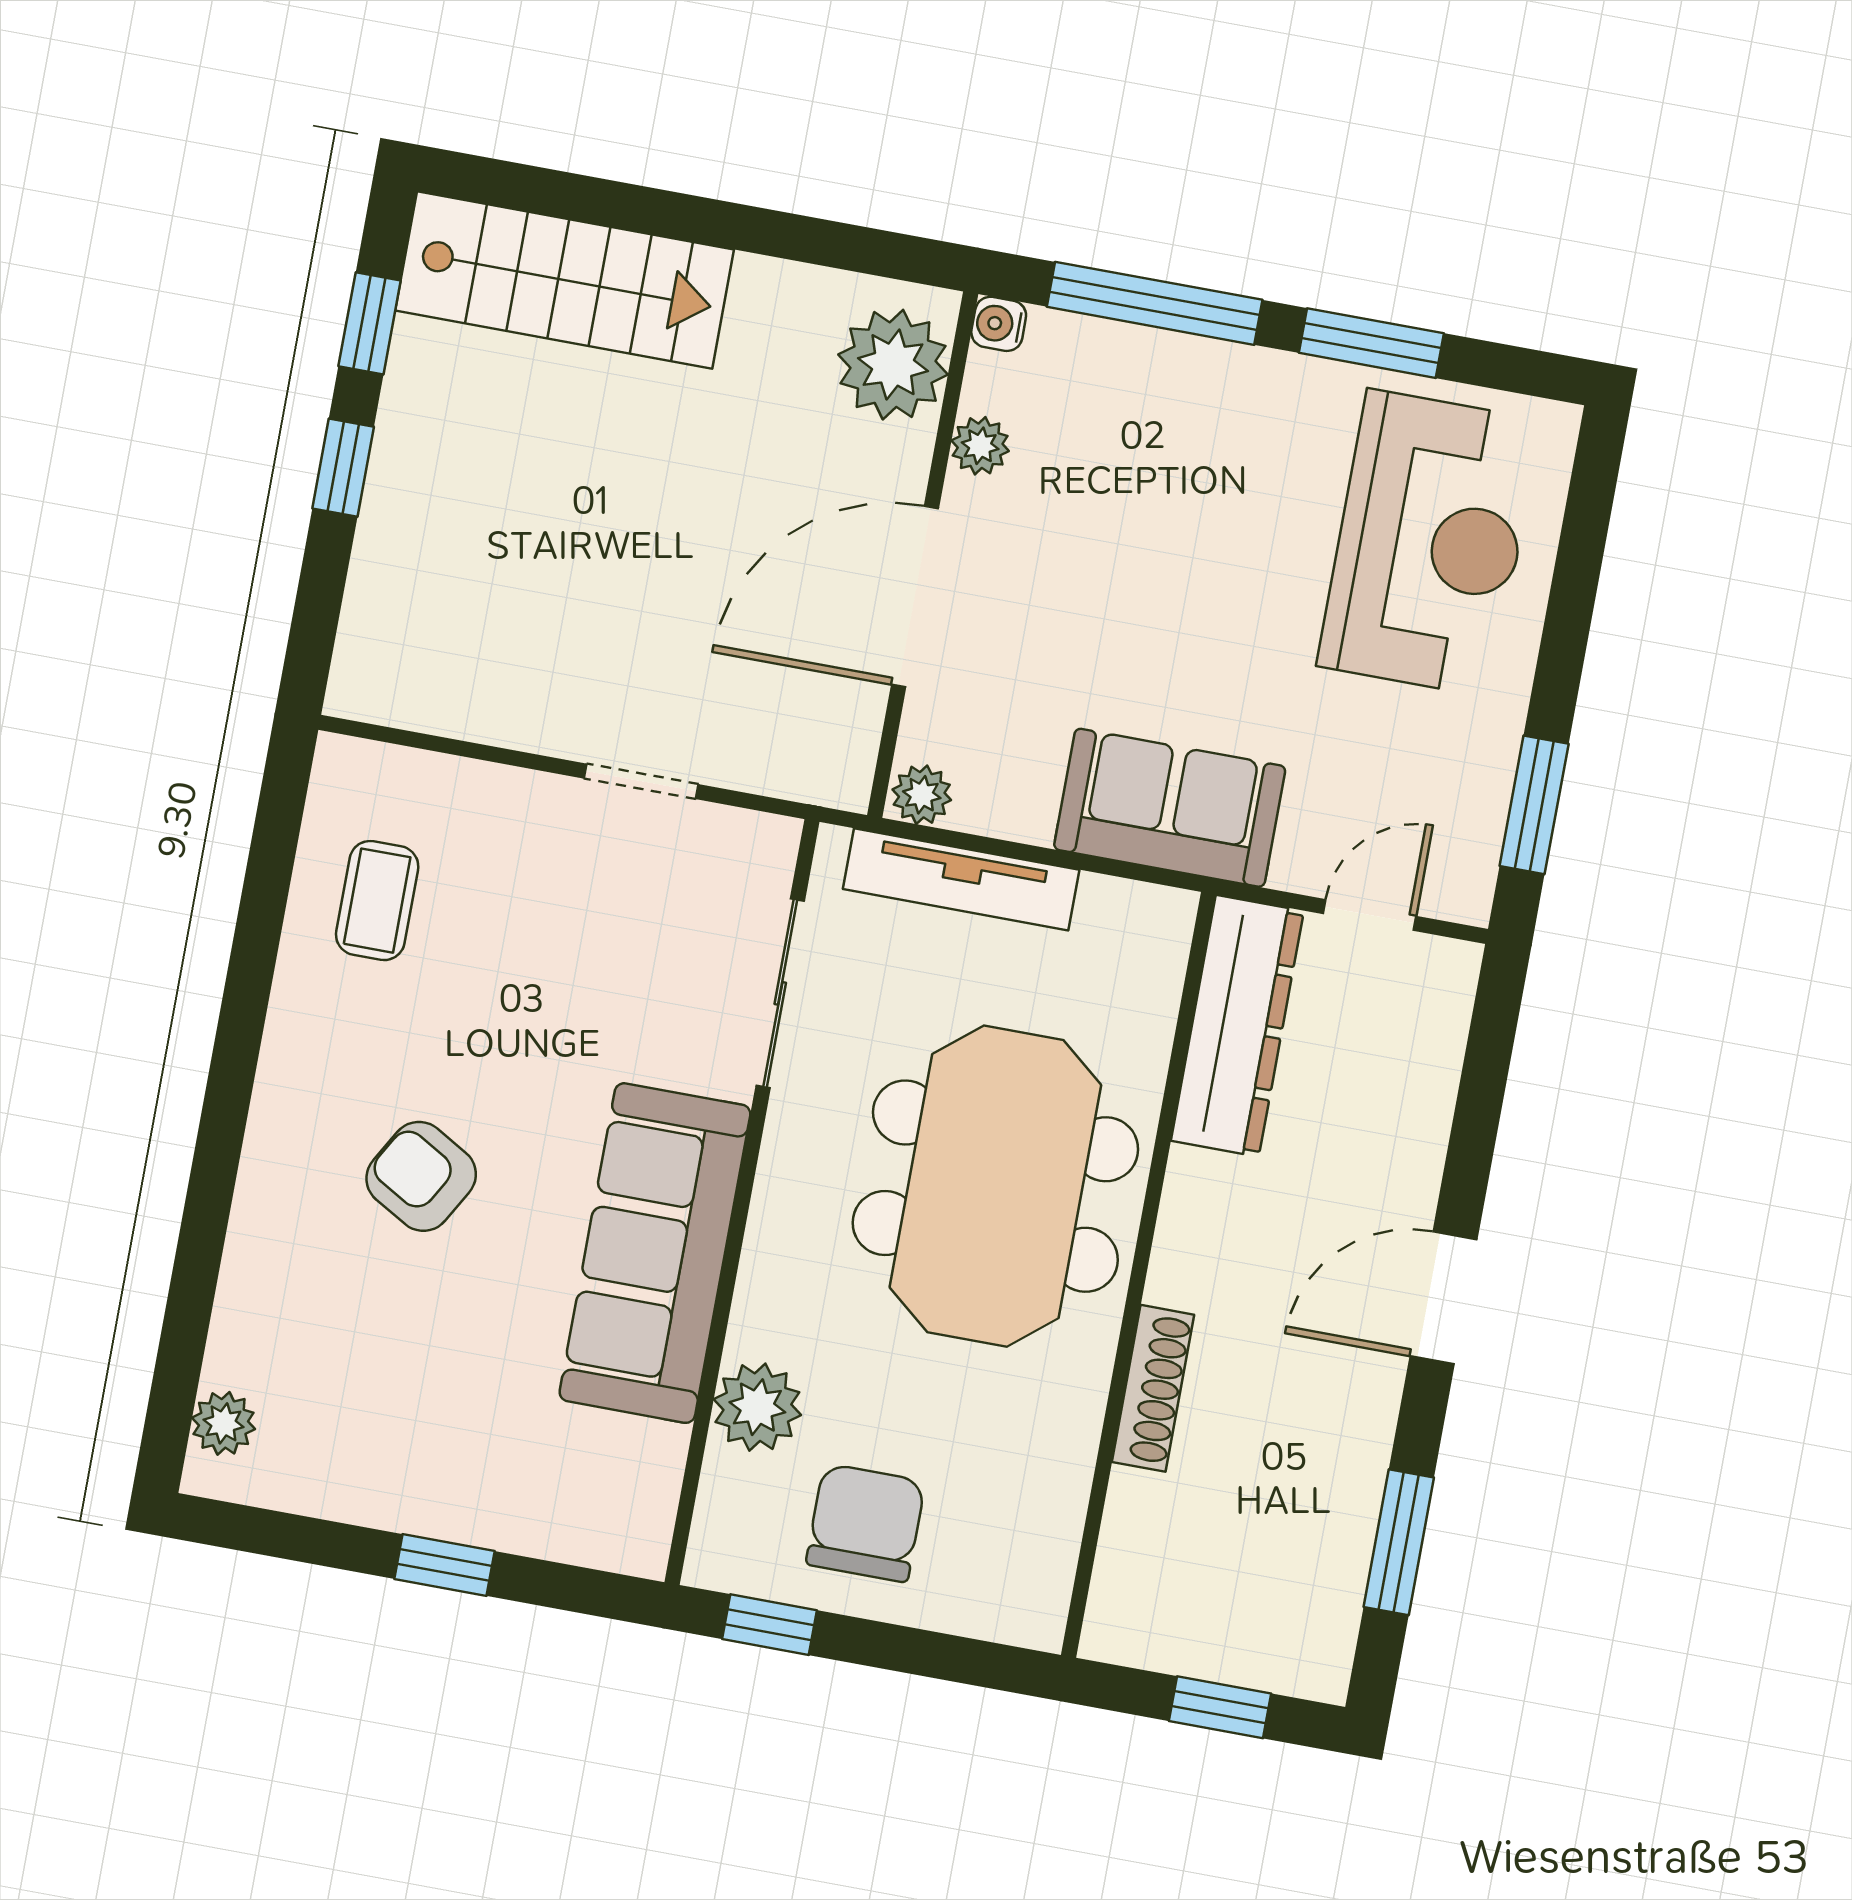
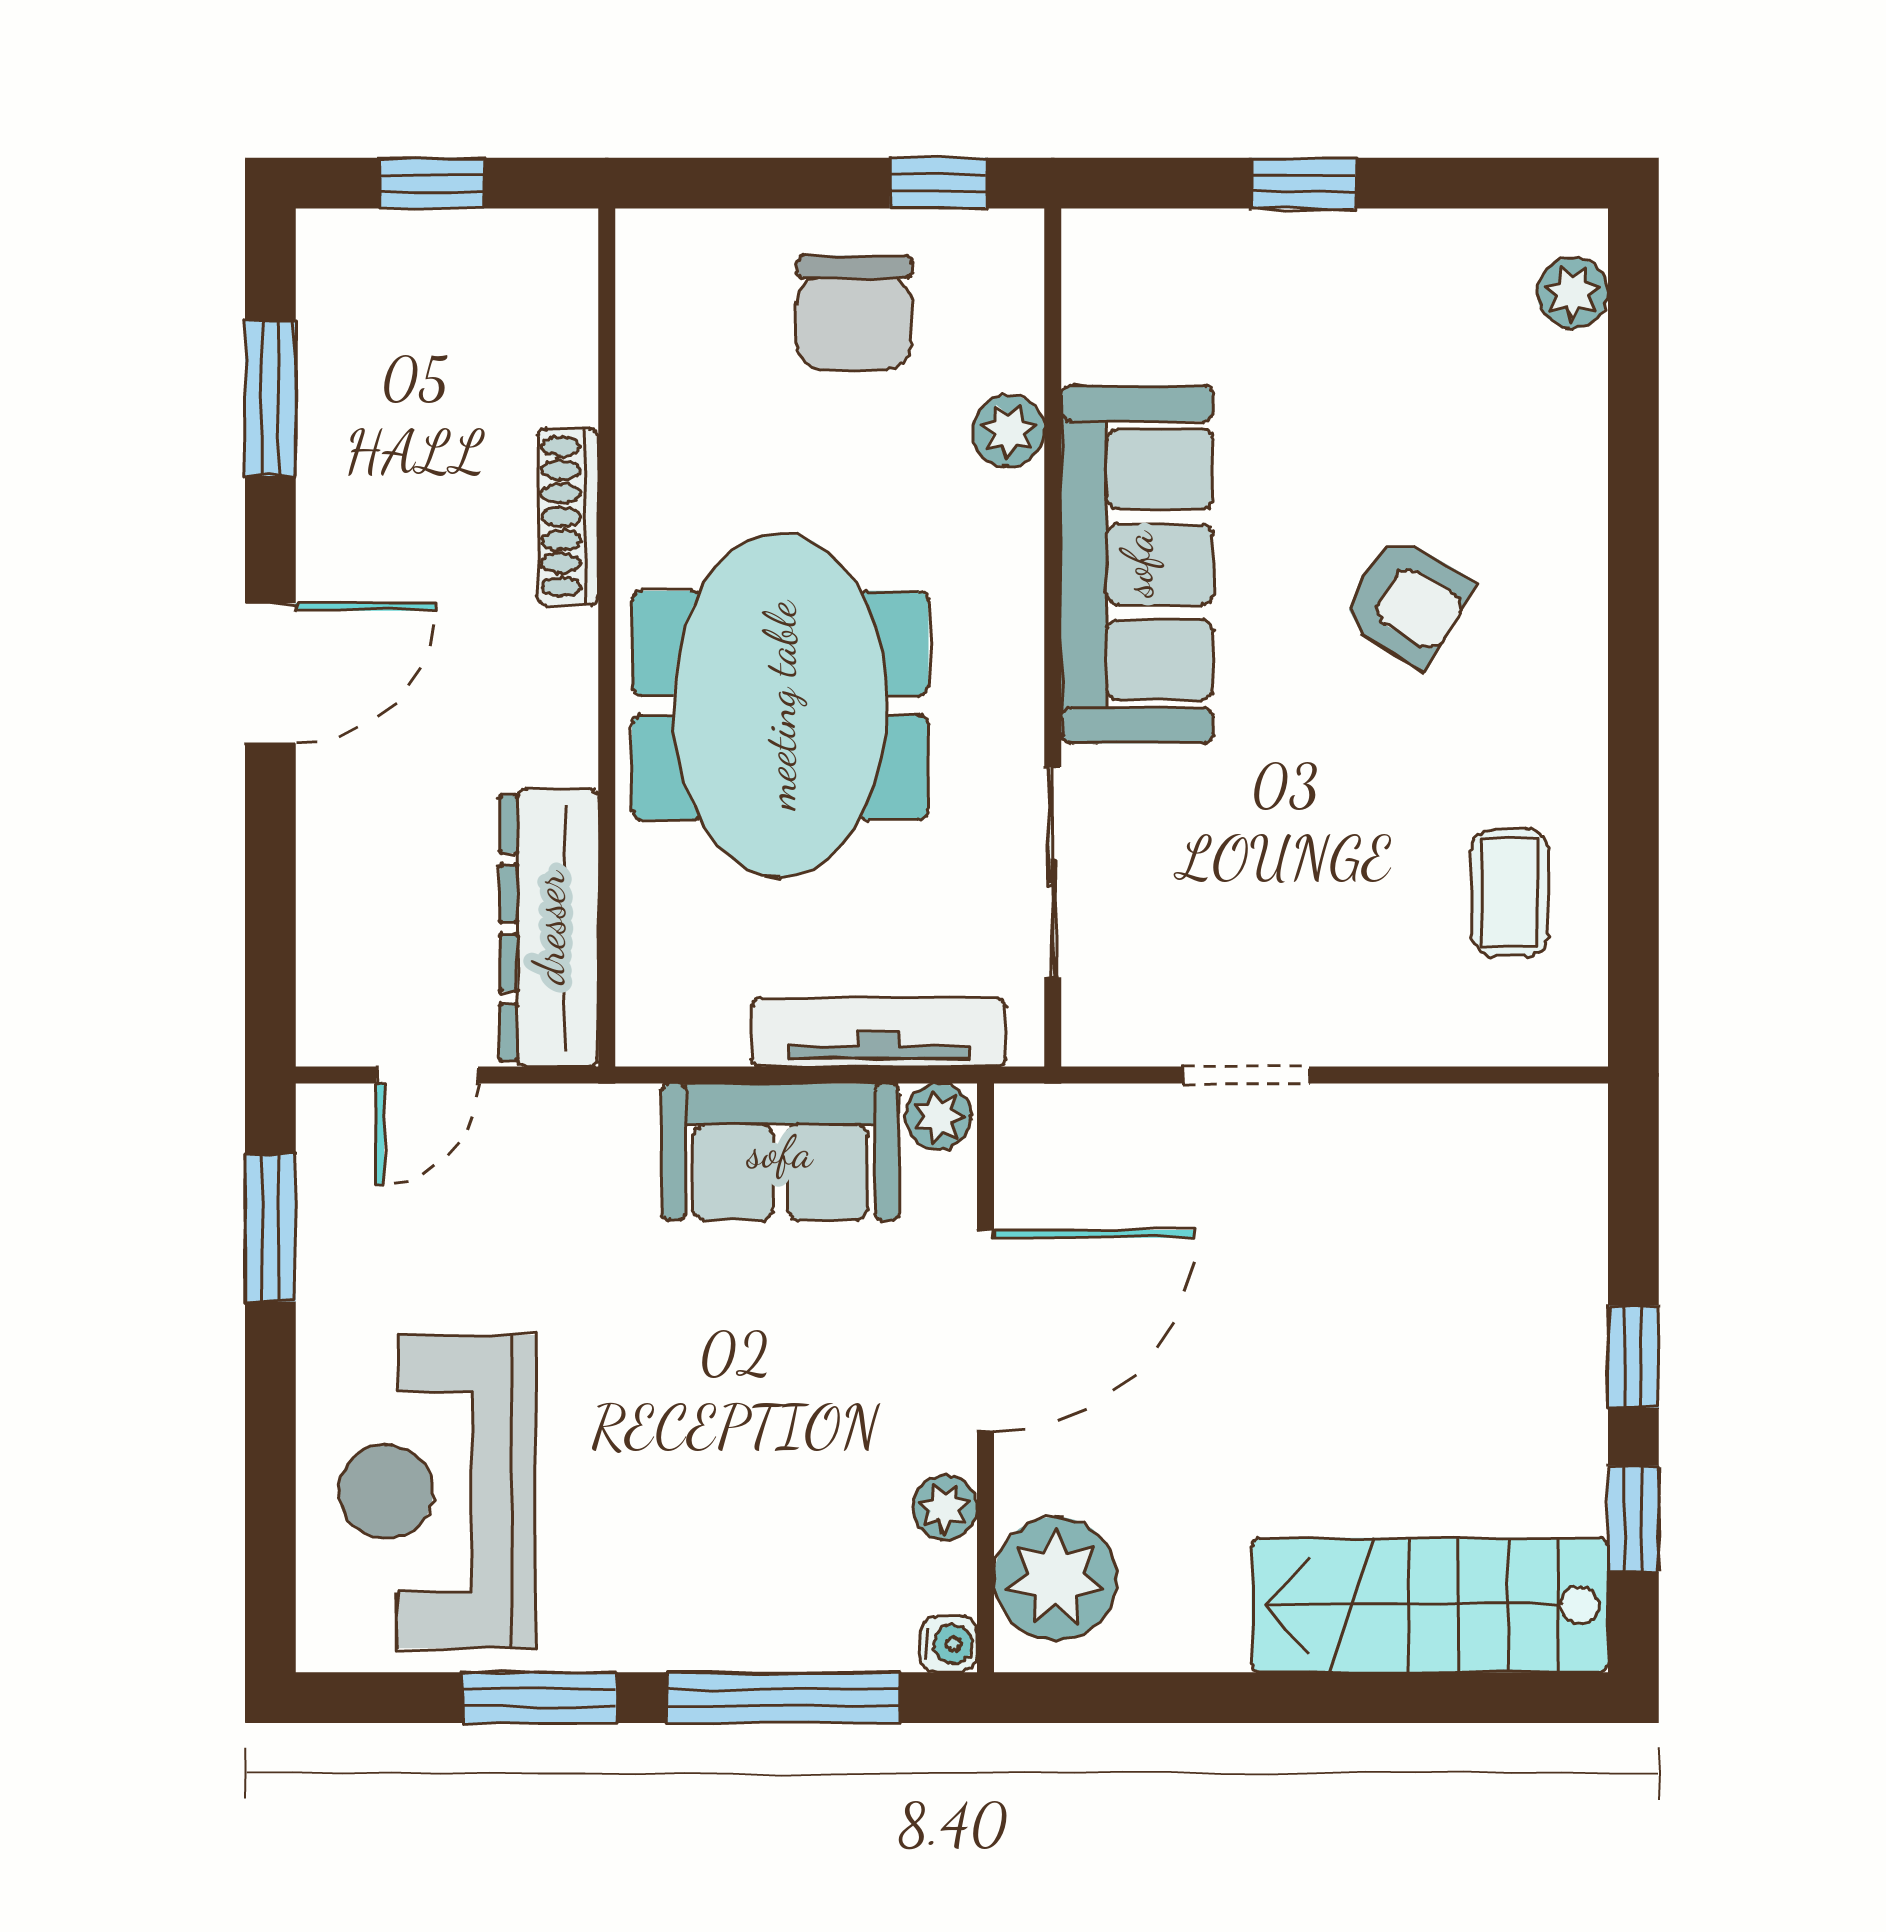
sofa: (1170, 808) -> (780, 1152), moved
plant: (757, 1407) -> (1008, 431), width x0.73, depth x0.73

